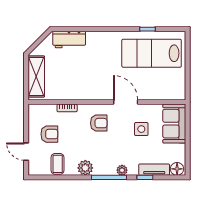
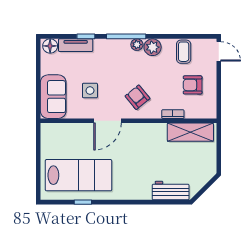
shelving: (36, 76) -> (190, 132), moved, turned 90
door: (126, 102) -> (108, 121), hinge flipped
armchair: (99, 123) -> (137, 97), turned 51
door: (26, 152) -> (219, 51), moved
plant: (122, 170) -> (137, 45), moved

